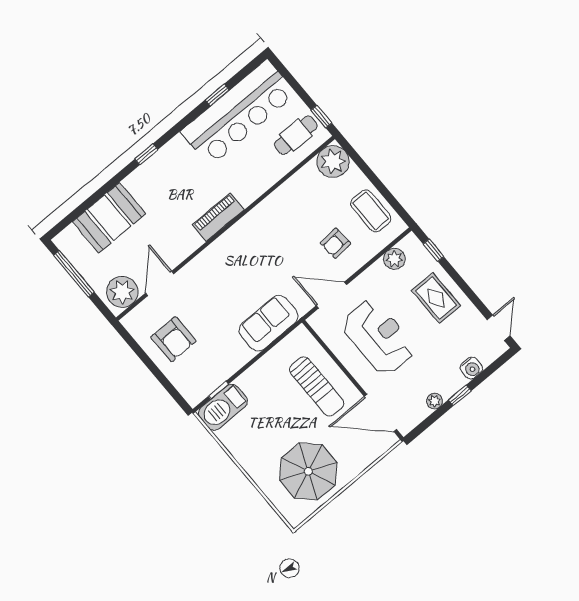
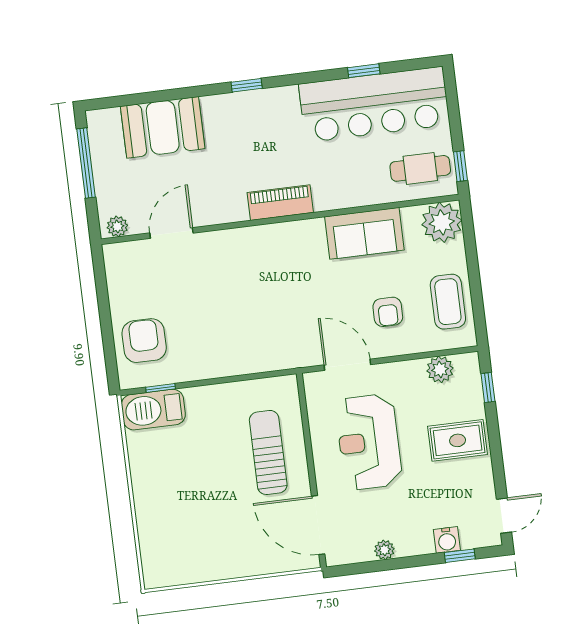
armchair: (336, 243) -> (388, 312), turned -86
plant: (122, 292) -> (117, 226), width x0.53, depth x0.53
rug: (436, 298) -> (458, 440), turned 90
sofa: (269, 323) -> (364, 233), moved, turned 180
reception desk: (378, 337) -> (369, 442), turned 180
armchair: (173, 339) -> (144, 341), moved, turned 180
sun lounger: (317, 386) -> (268, 452), turned 180
window: (460, 395) -> (460, 556), moved
parasol: (308, 471) -> (200, 538), removed

